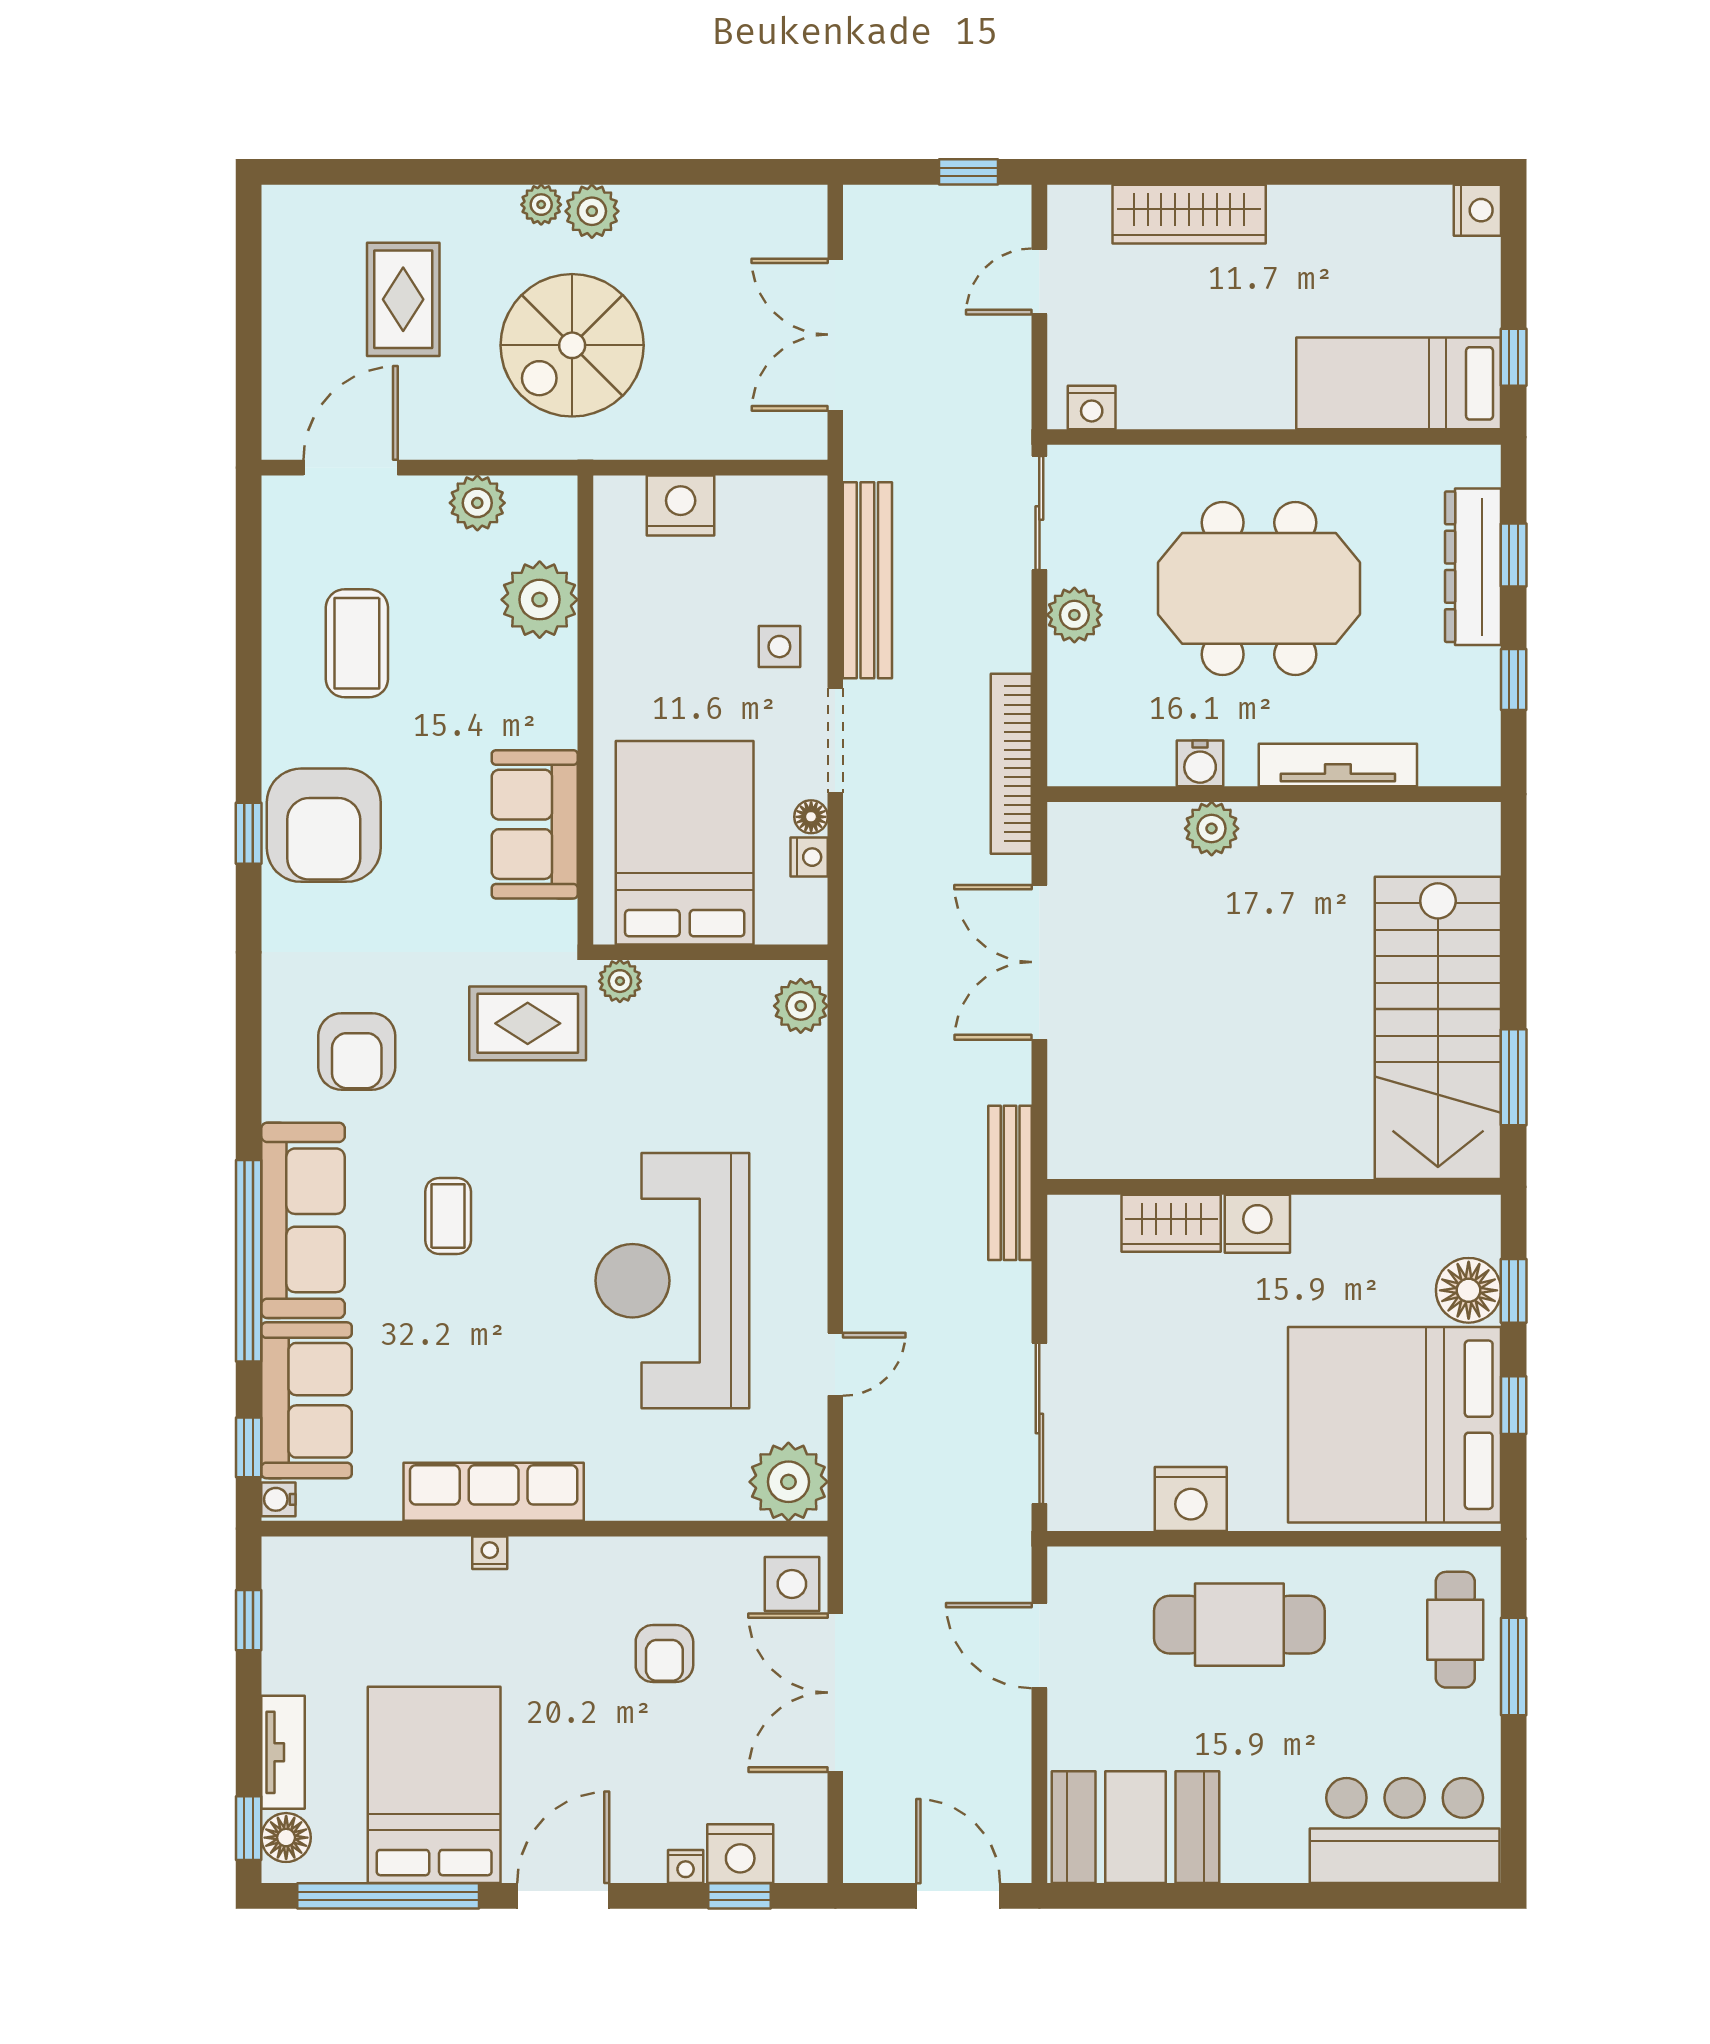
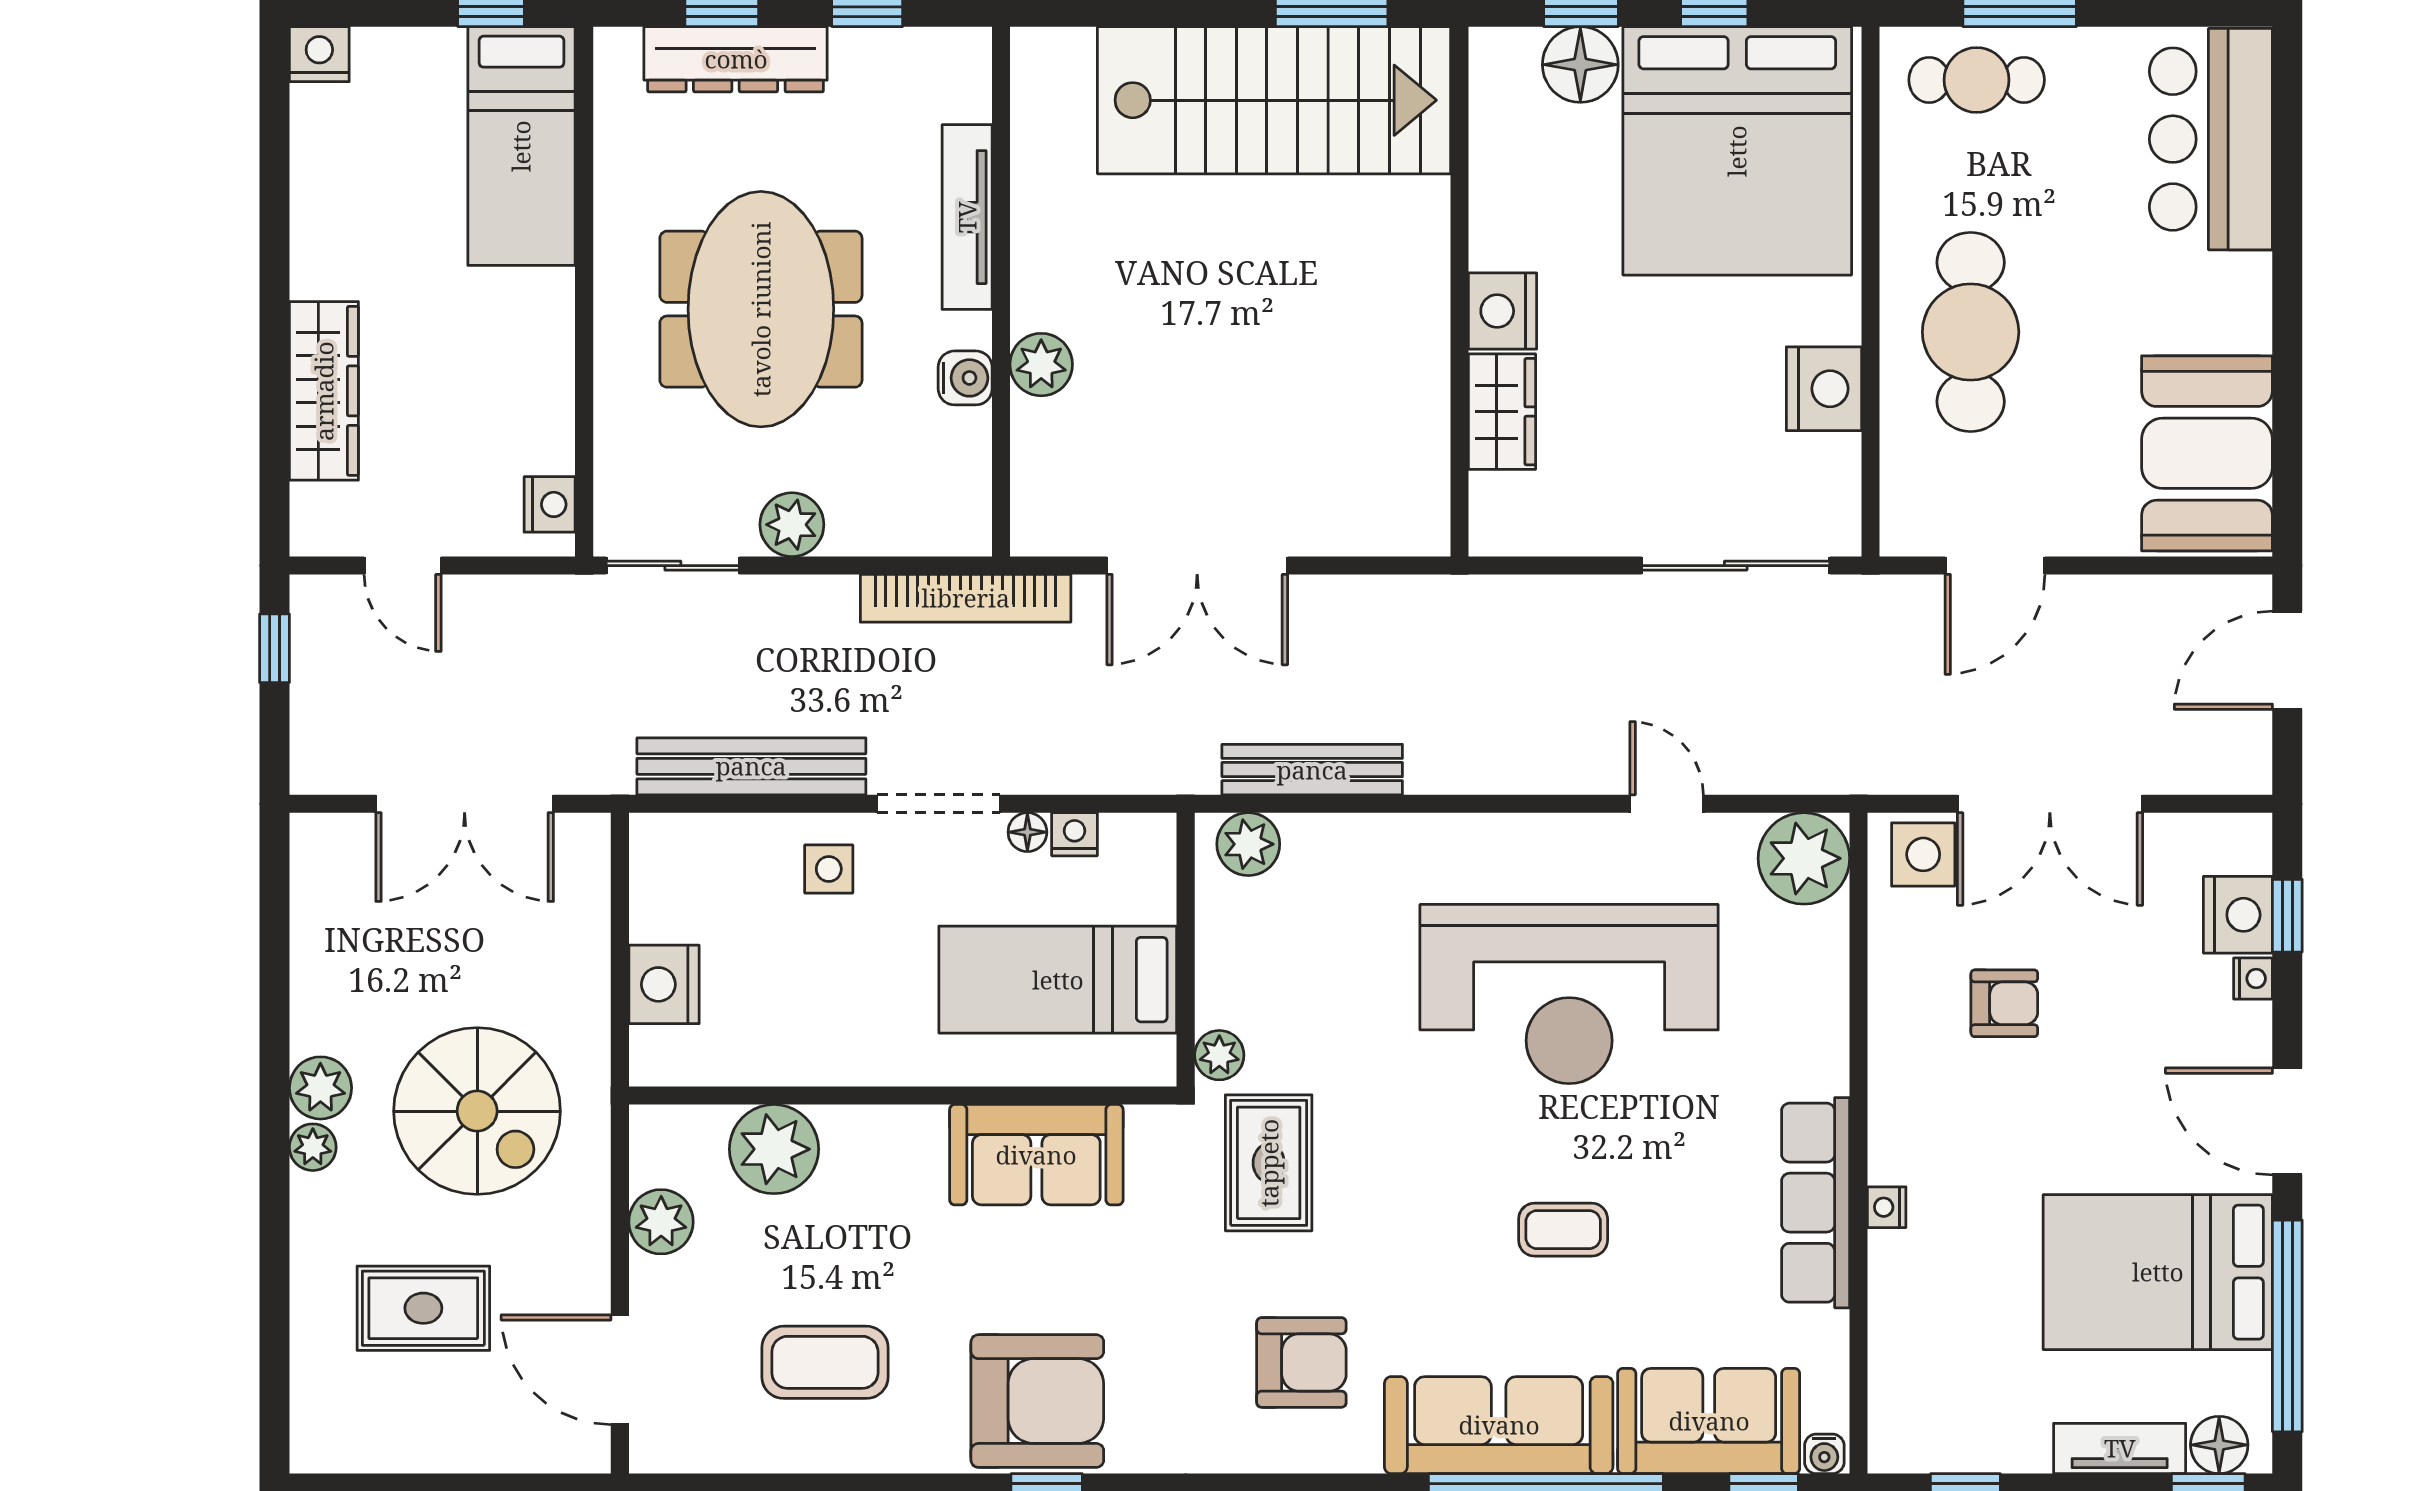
bed: (685, 843) -> (1058, 980), width x0.67
bench: (1010, 1183) -> (1312, 770), moved
coffee table: (448, 1216) -> (1563, 1230), moved

